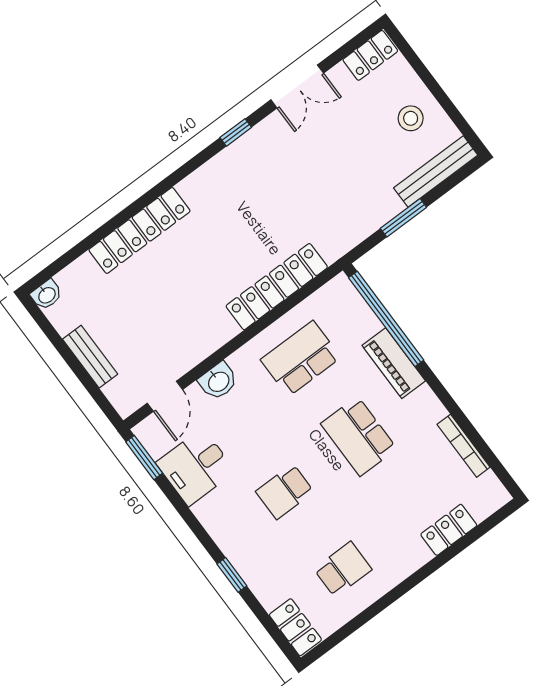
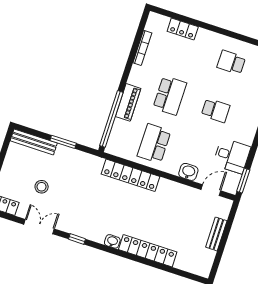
stool: (411, 118) -> (42, 187), moved
washbasin: (47, 295) -> (112, 241), moved
school desk: (301, 359) -> (154, 143), turned 90

